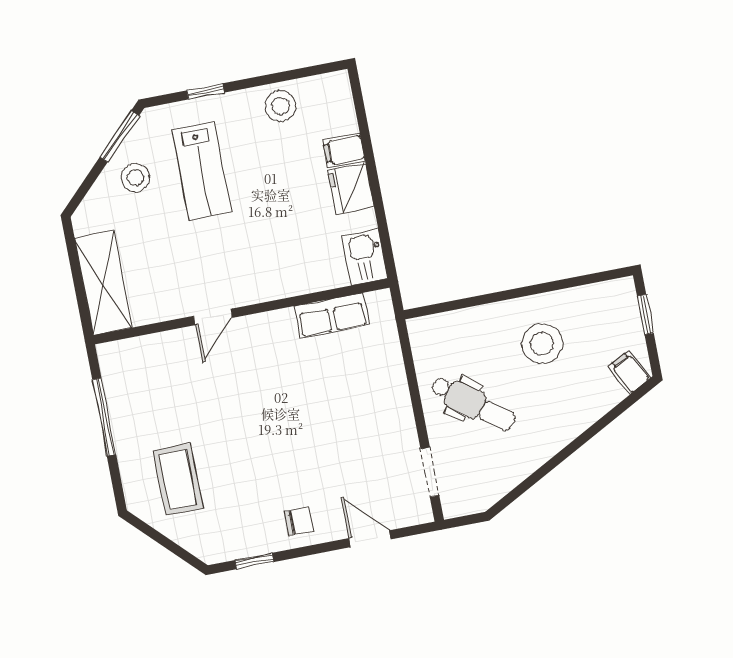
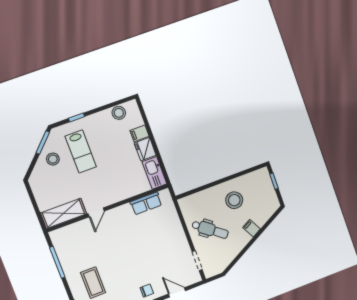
stool: (280, 106) -> (119, 113), moved
kitchen sink: (365, 257) -> (154, 173), width x1.38
shelving: (103, 283) -> (64, 213), moved, turned 90
filing cabinet: (630, 372) -> (252, 228), moved

